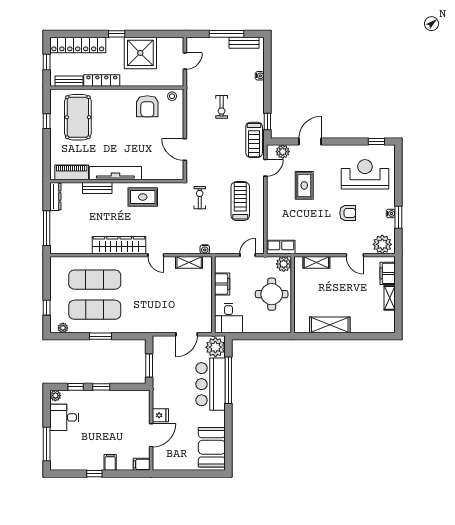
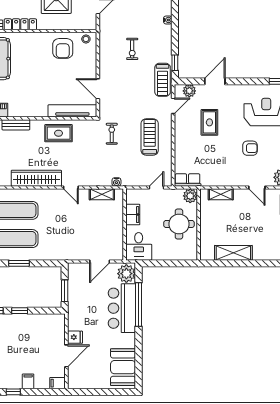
tv unit: (115, 173) -> (72, 111), moved

